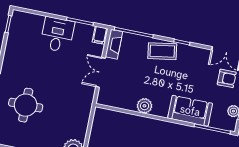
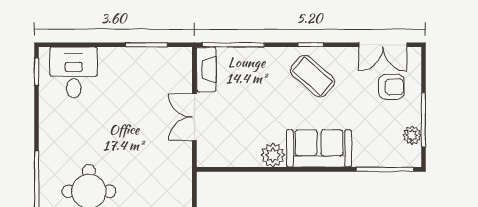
desk: (57, 35) -> (74, 72), moved
filing cabinet: (100, 35) -> (182, 60), removed
coffee table: (162, 51) -> (312, 76), moved, turned 50
sofa: (190, 111) -> (319, 148), moved

